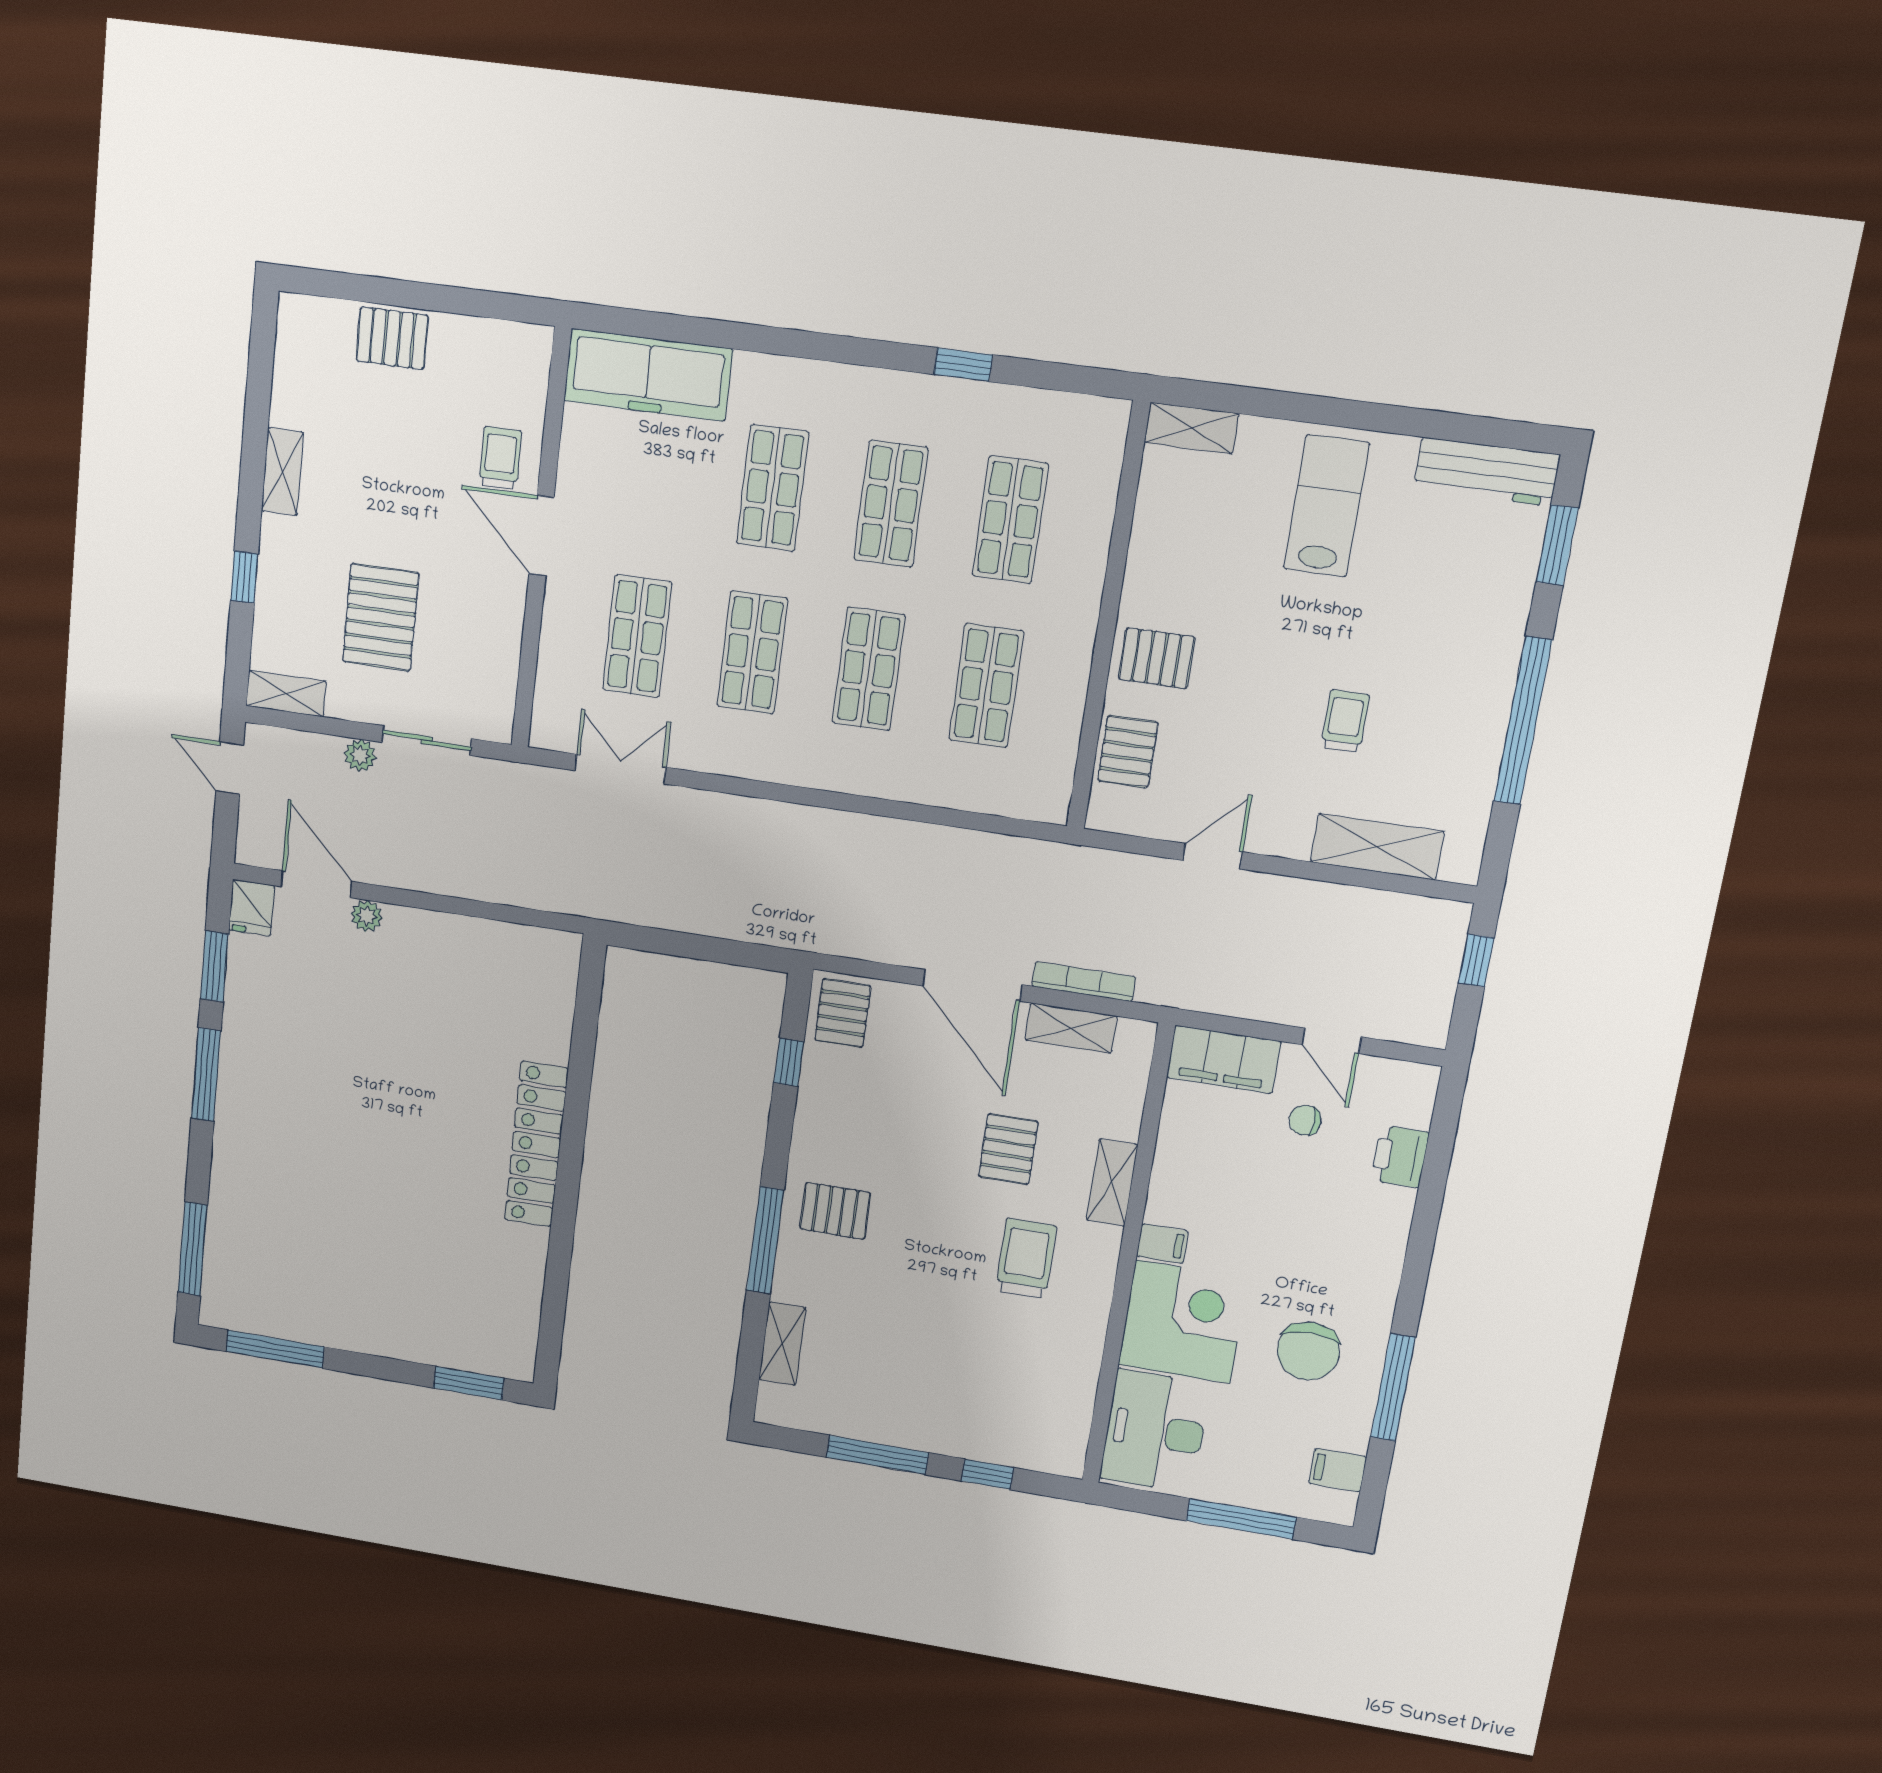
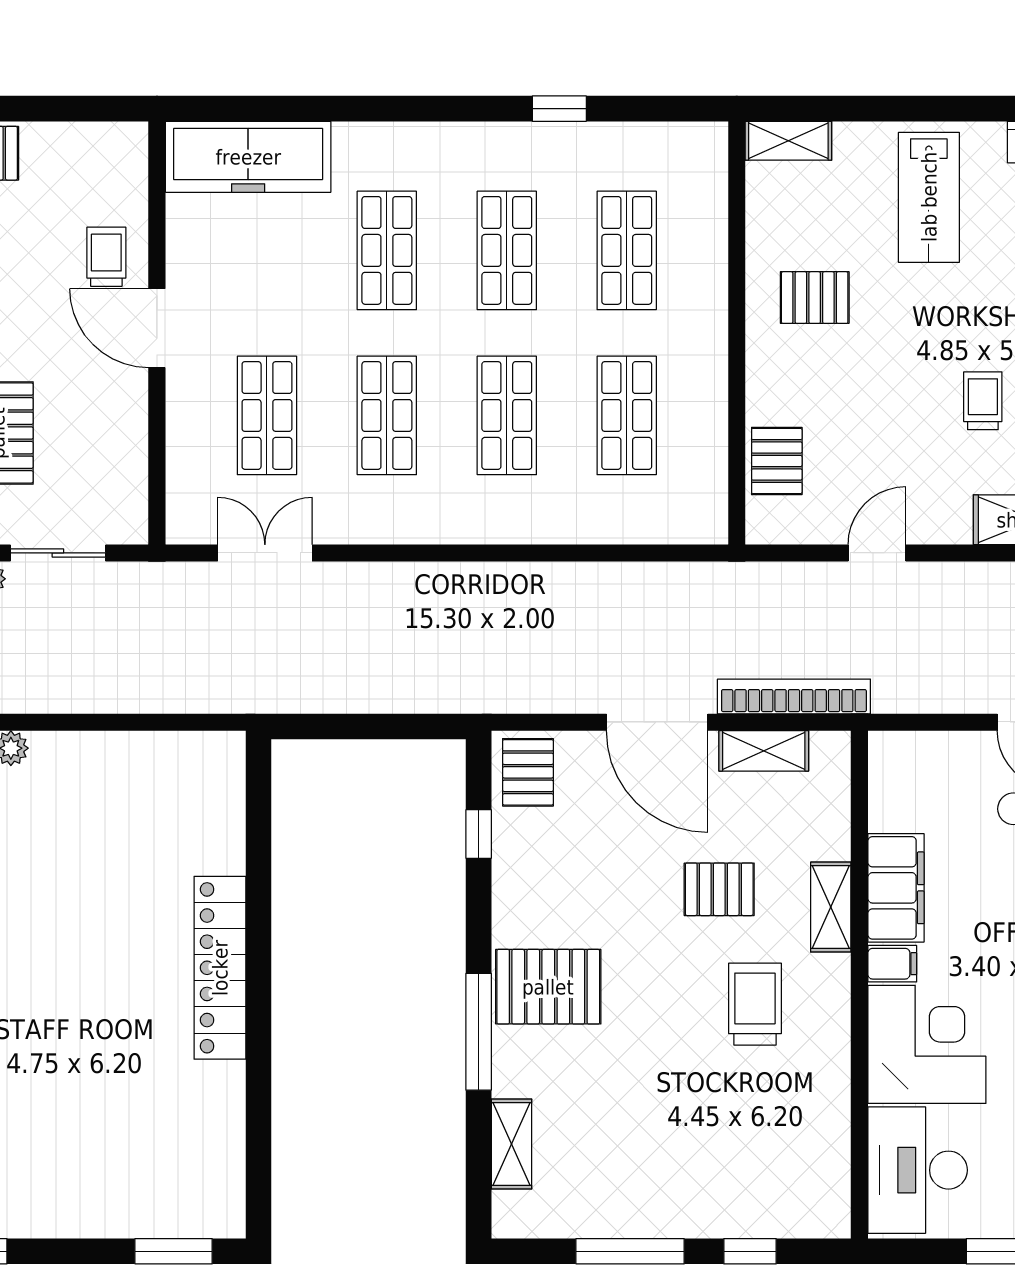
lab bench: (1326, 506) -> (929, 197), turned 180
pallet: (1157, 658) -> (815, 298), moved
bookcase: (1084, 982) -> (794, 696), width x1.48, depth x1.31
filing cabinet: (1224, 1059) -> (896, 888), moved, turned -90
pallet: (1008, 1149) -> (719, 889), turned 90
pallet: (835, 1211) -> (548, 987), width x1.50, depth x1.42

